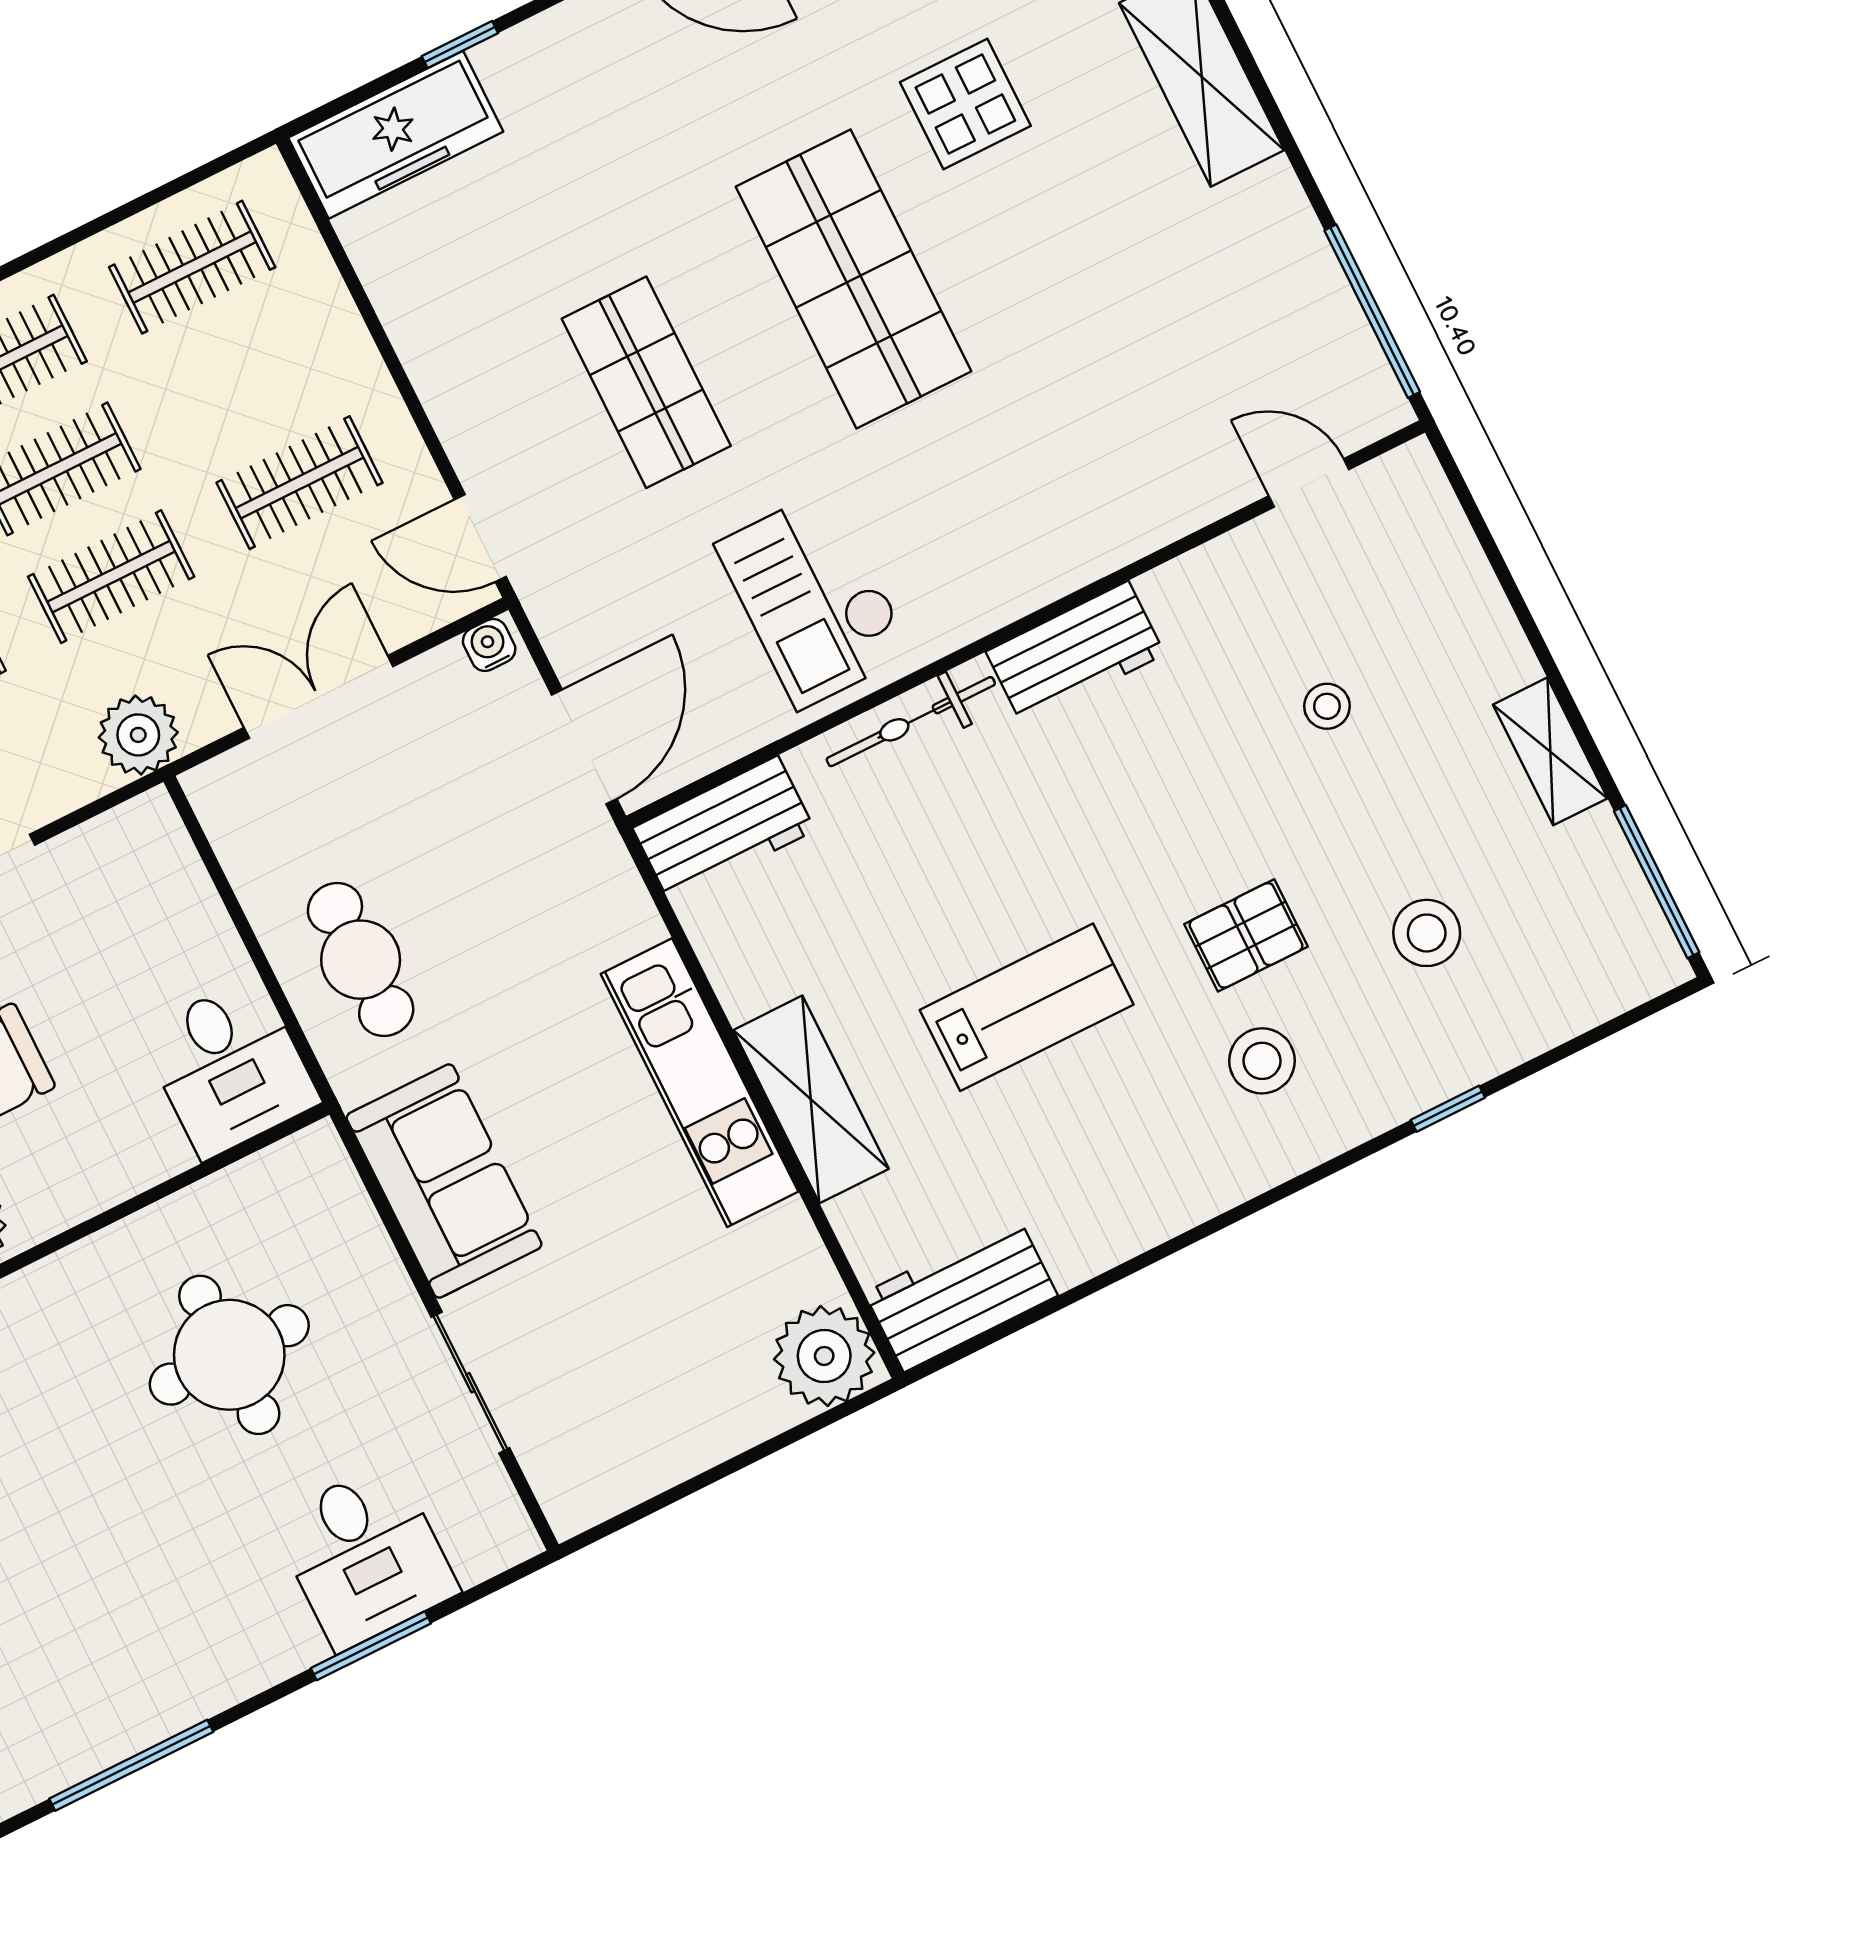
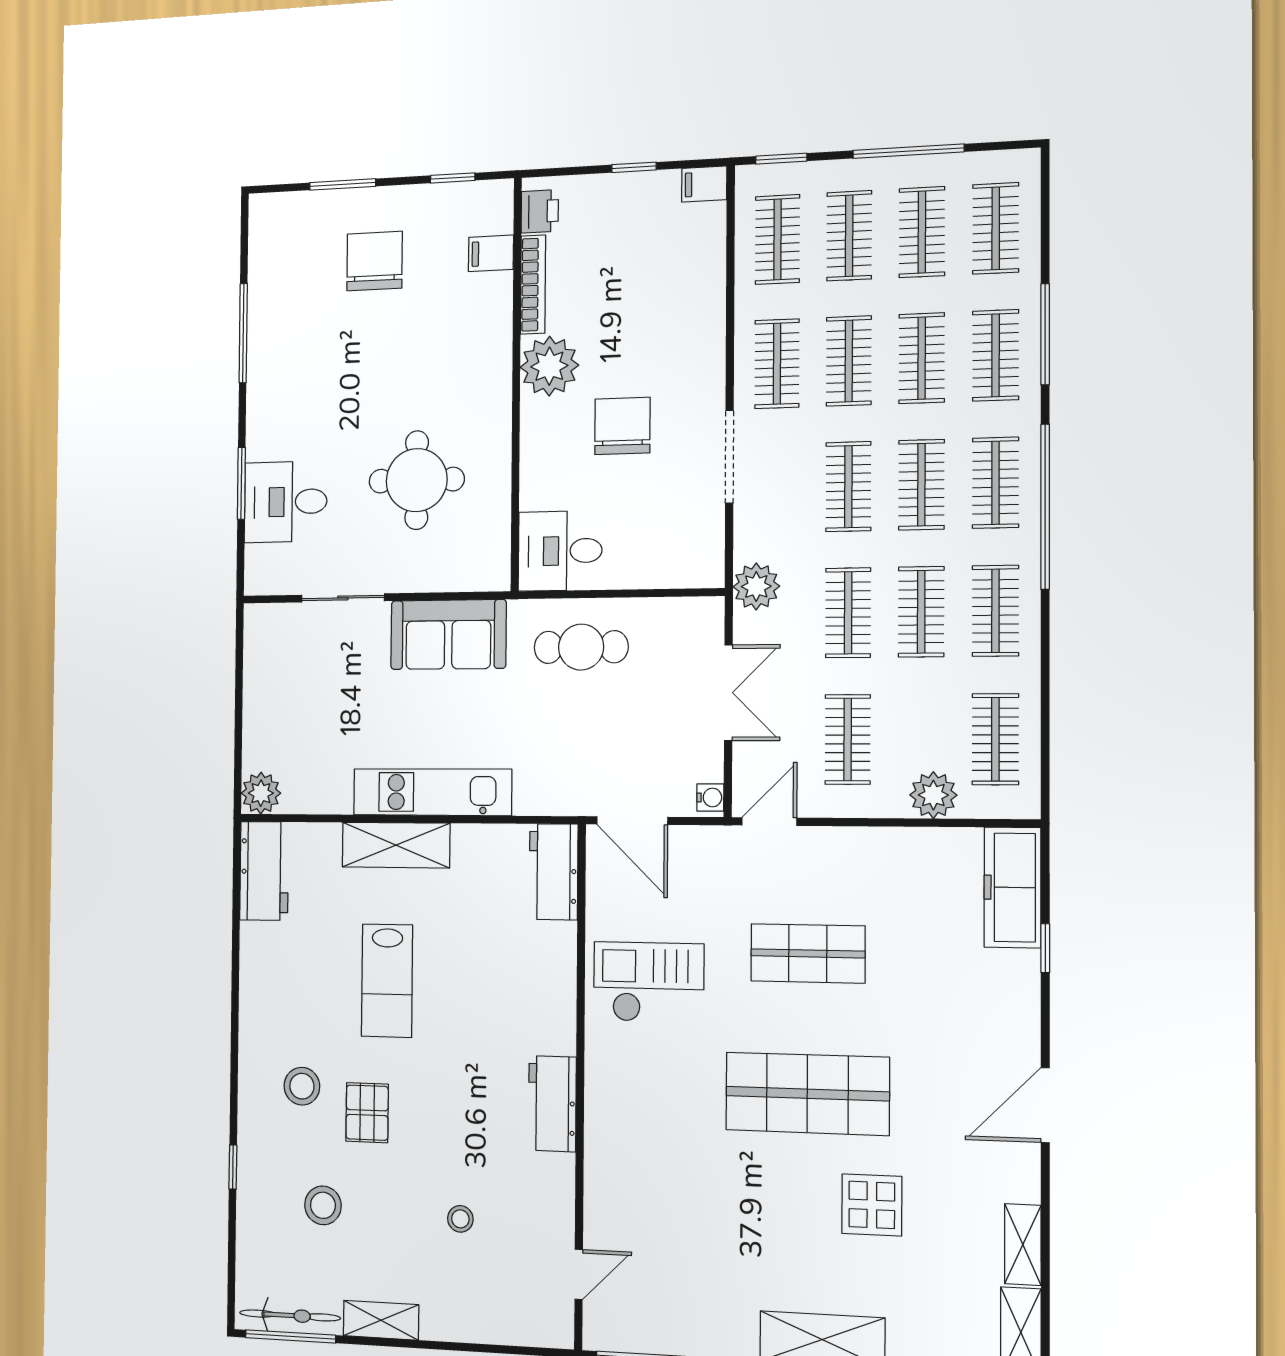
plant: (319, 316) -> (933, 795), added
bicycle: (911, 722) -> (290, 1315), moved, turned 90
plant: (824, 1356) -> (261, 793), width x0.73, depth x0.73

